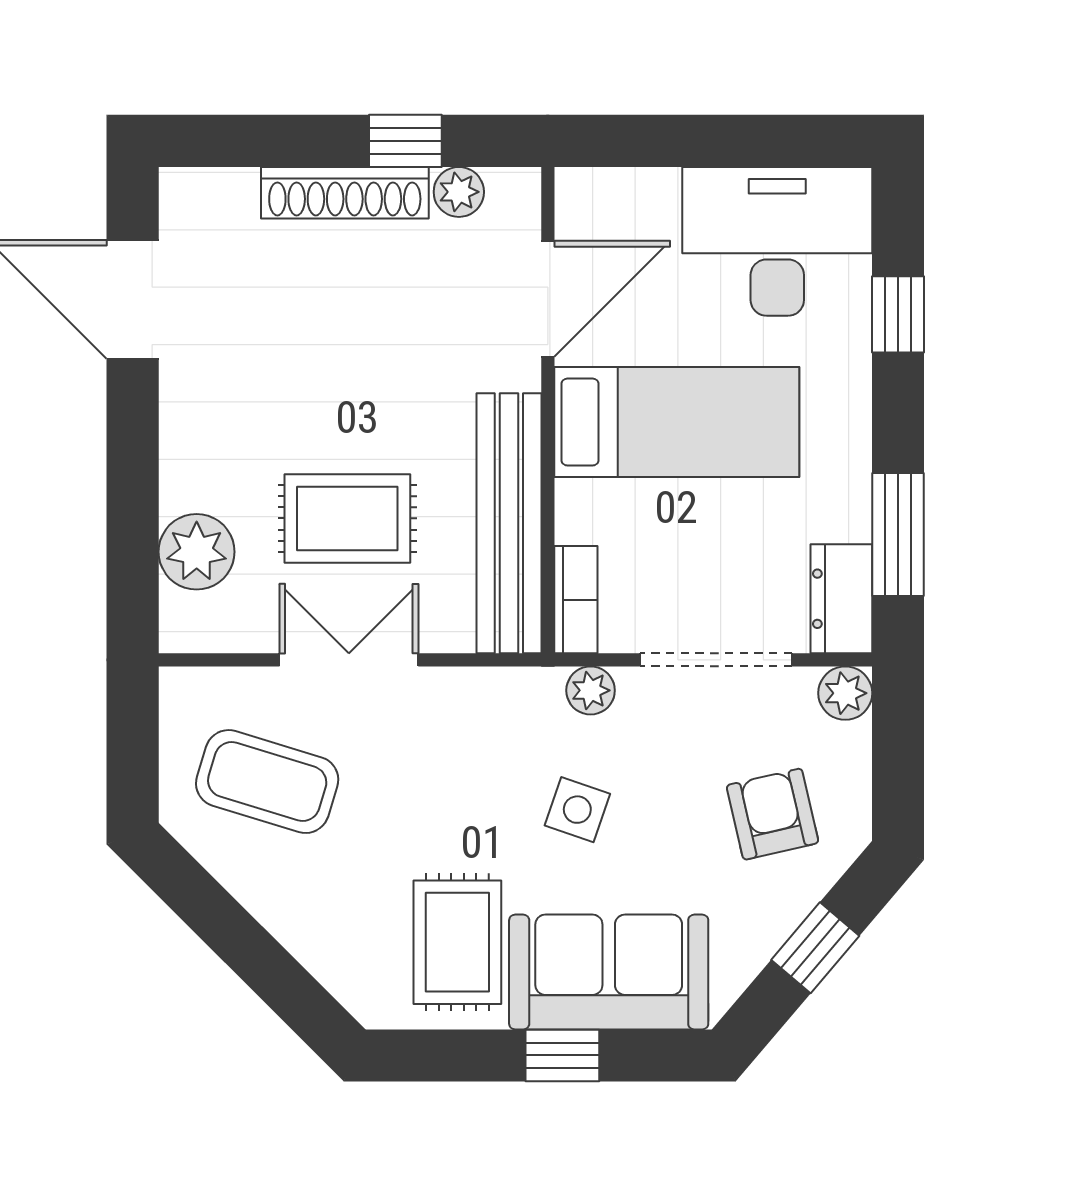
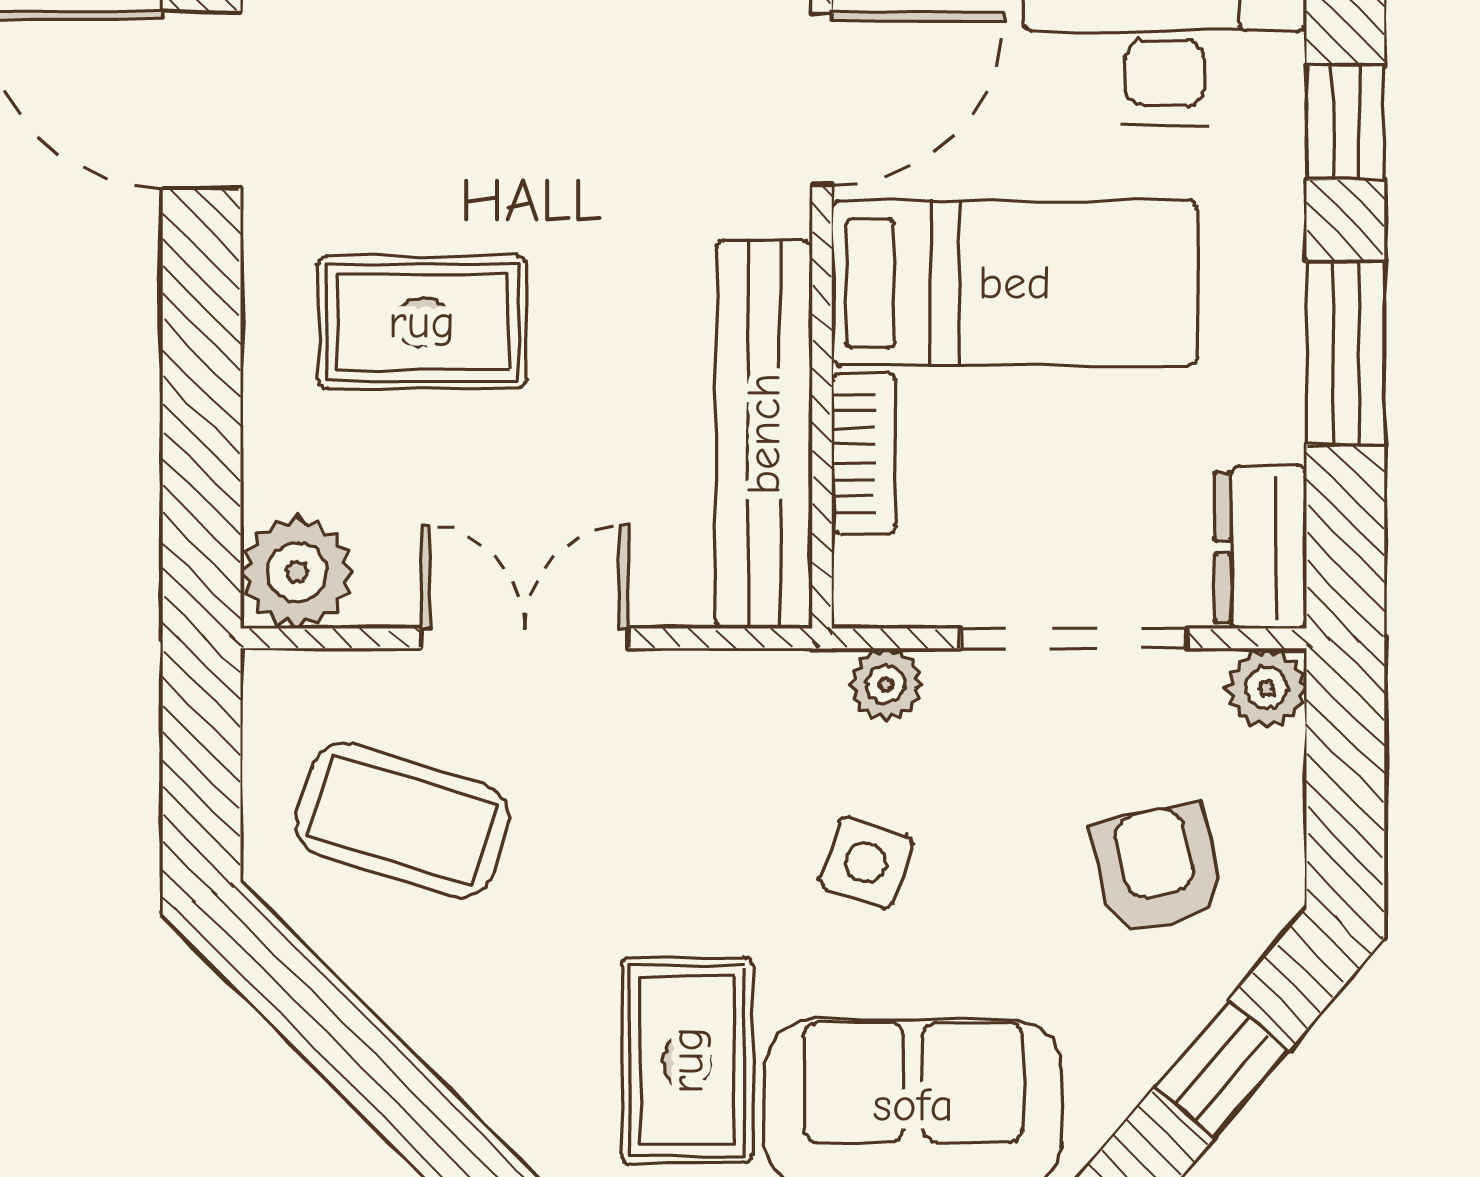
rug: (347, 518) -> (422, 322), moved
window: (898, 535) -> (1345, 353), moved
plant: (197, 552) -> (297, 572), moved
bookcase: (576, 600) -> (864, 453), moved

